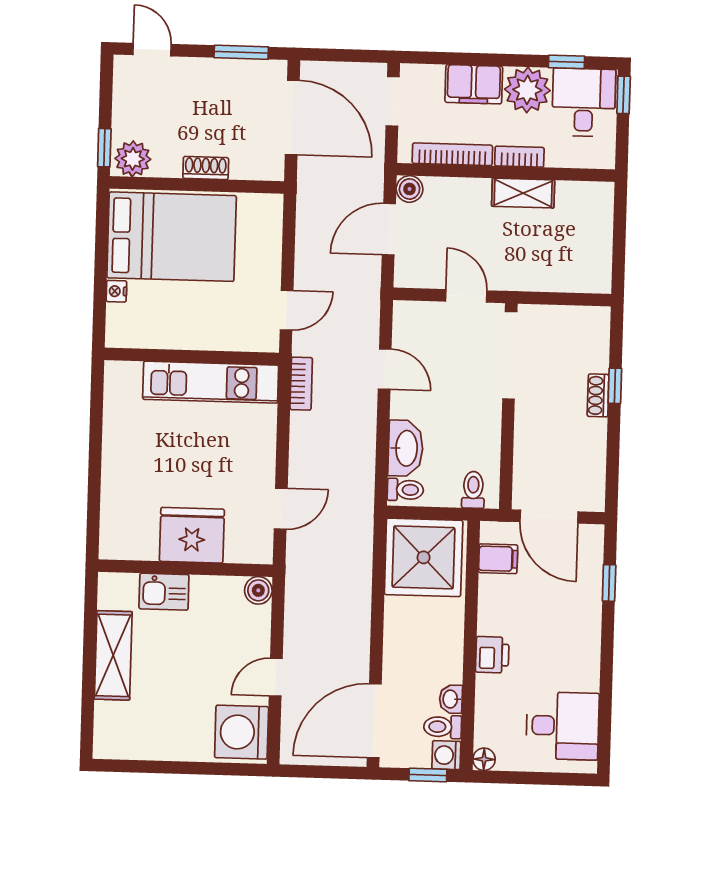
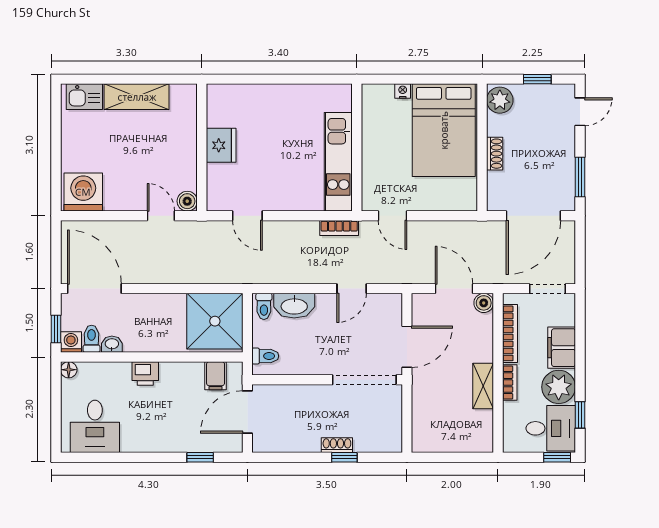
window: (104, 148) -> (537, 79), moved
door: (466, 296) -> (407, 347), width x1.38
fridge: (192, 535) -> (221, 145), width x0.73, depth x0.75
kitchen sink: (164, 592) -> (84, 97), moved, turned -90
door: (276, 677) -> (161, 216), moved

